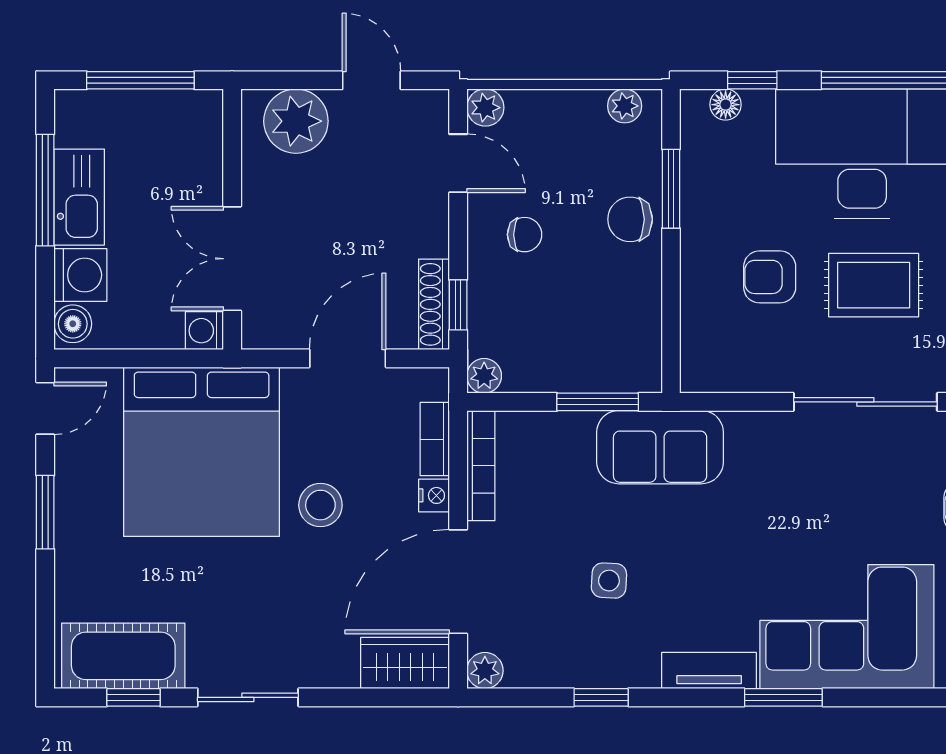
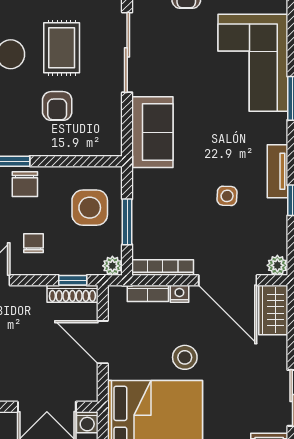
side table: (588, 335) -> (90, 208), added
window: (598, 402) -> (127, 222), moved
sofa: (660, 447) -> (152, 132), moved
tv unit: (709, 671) -> (277, 171), moved

